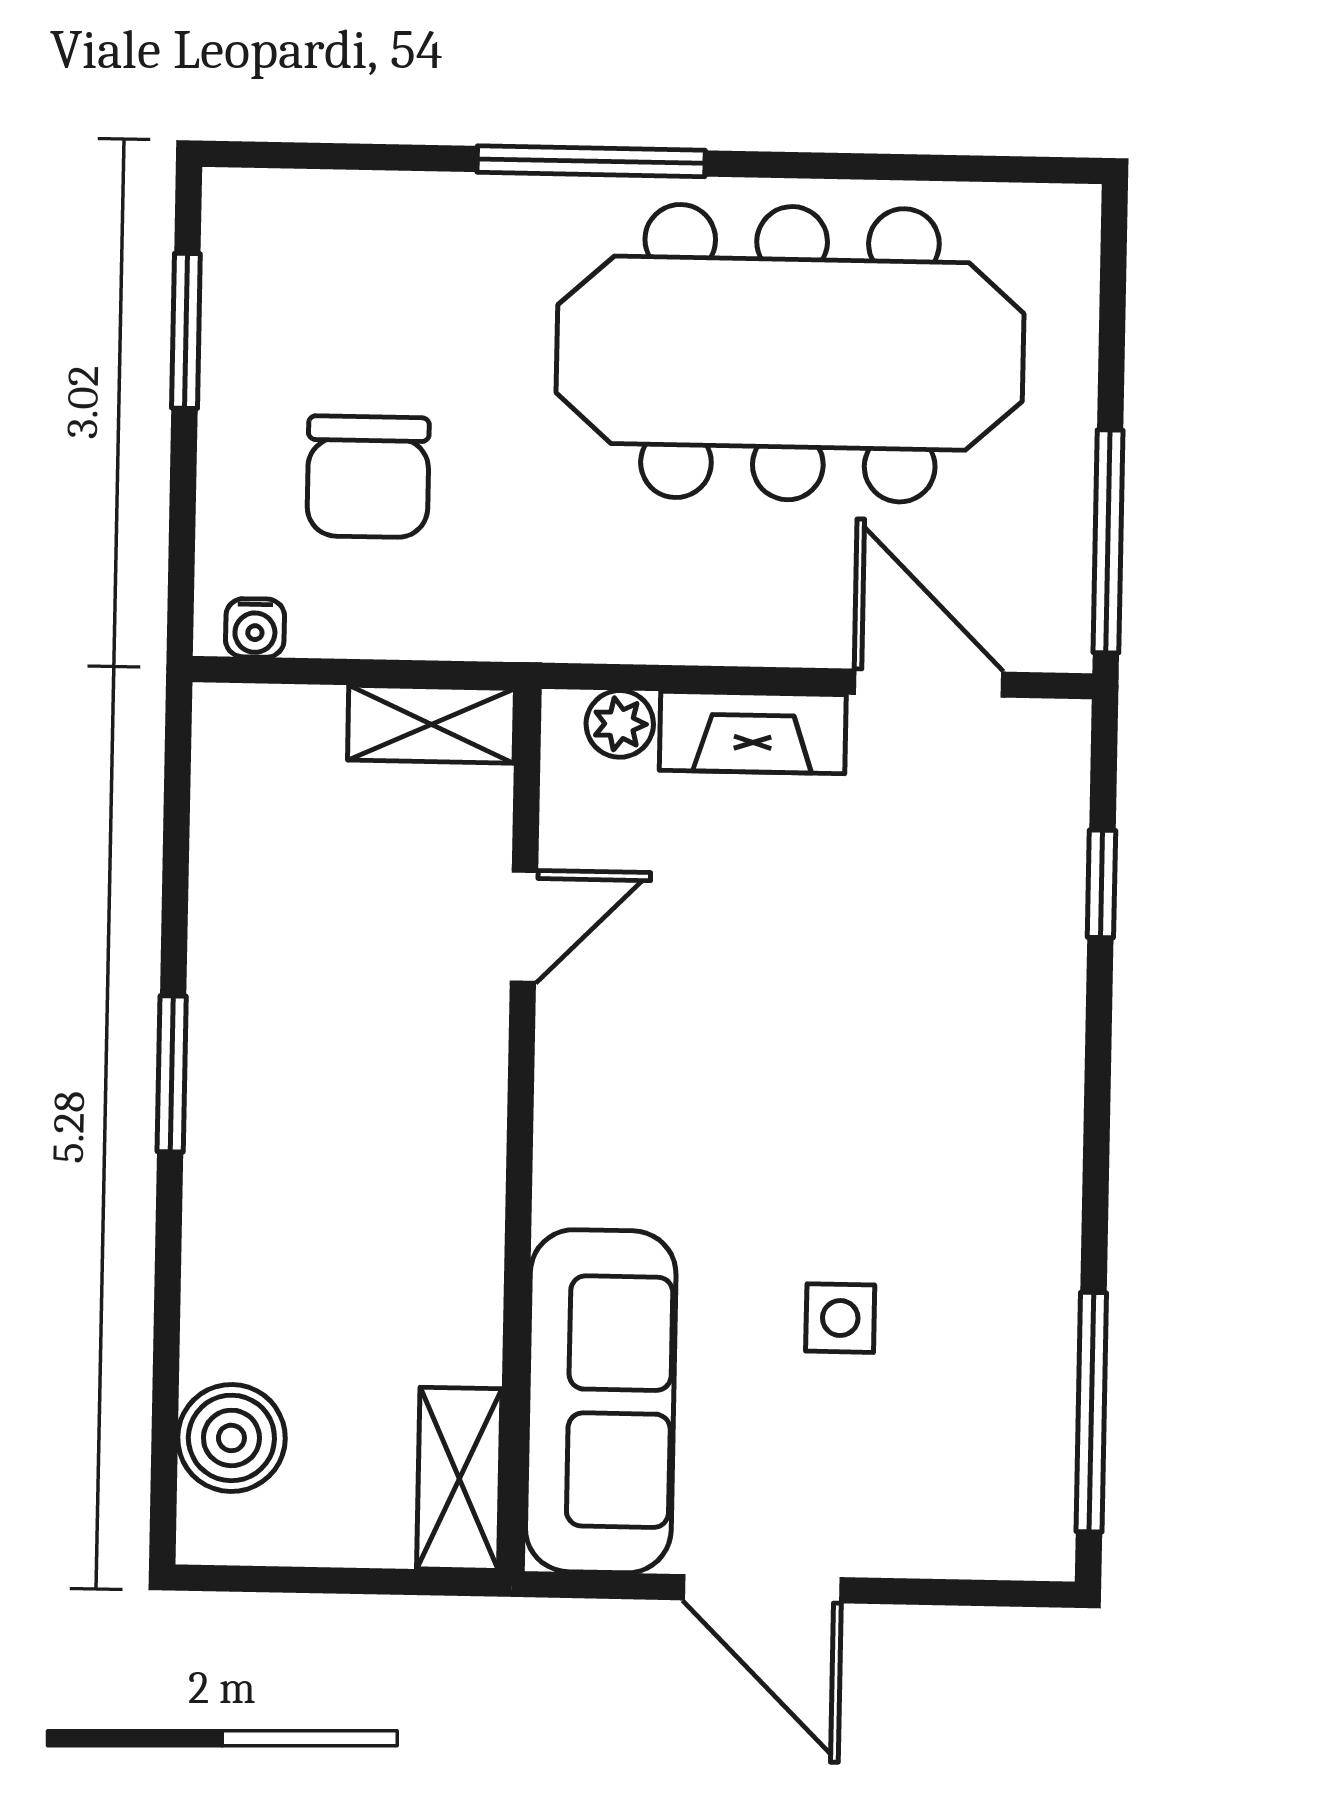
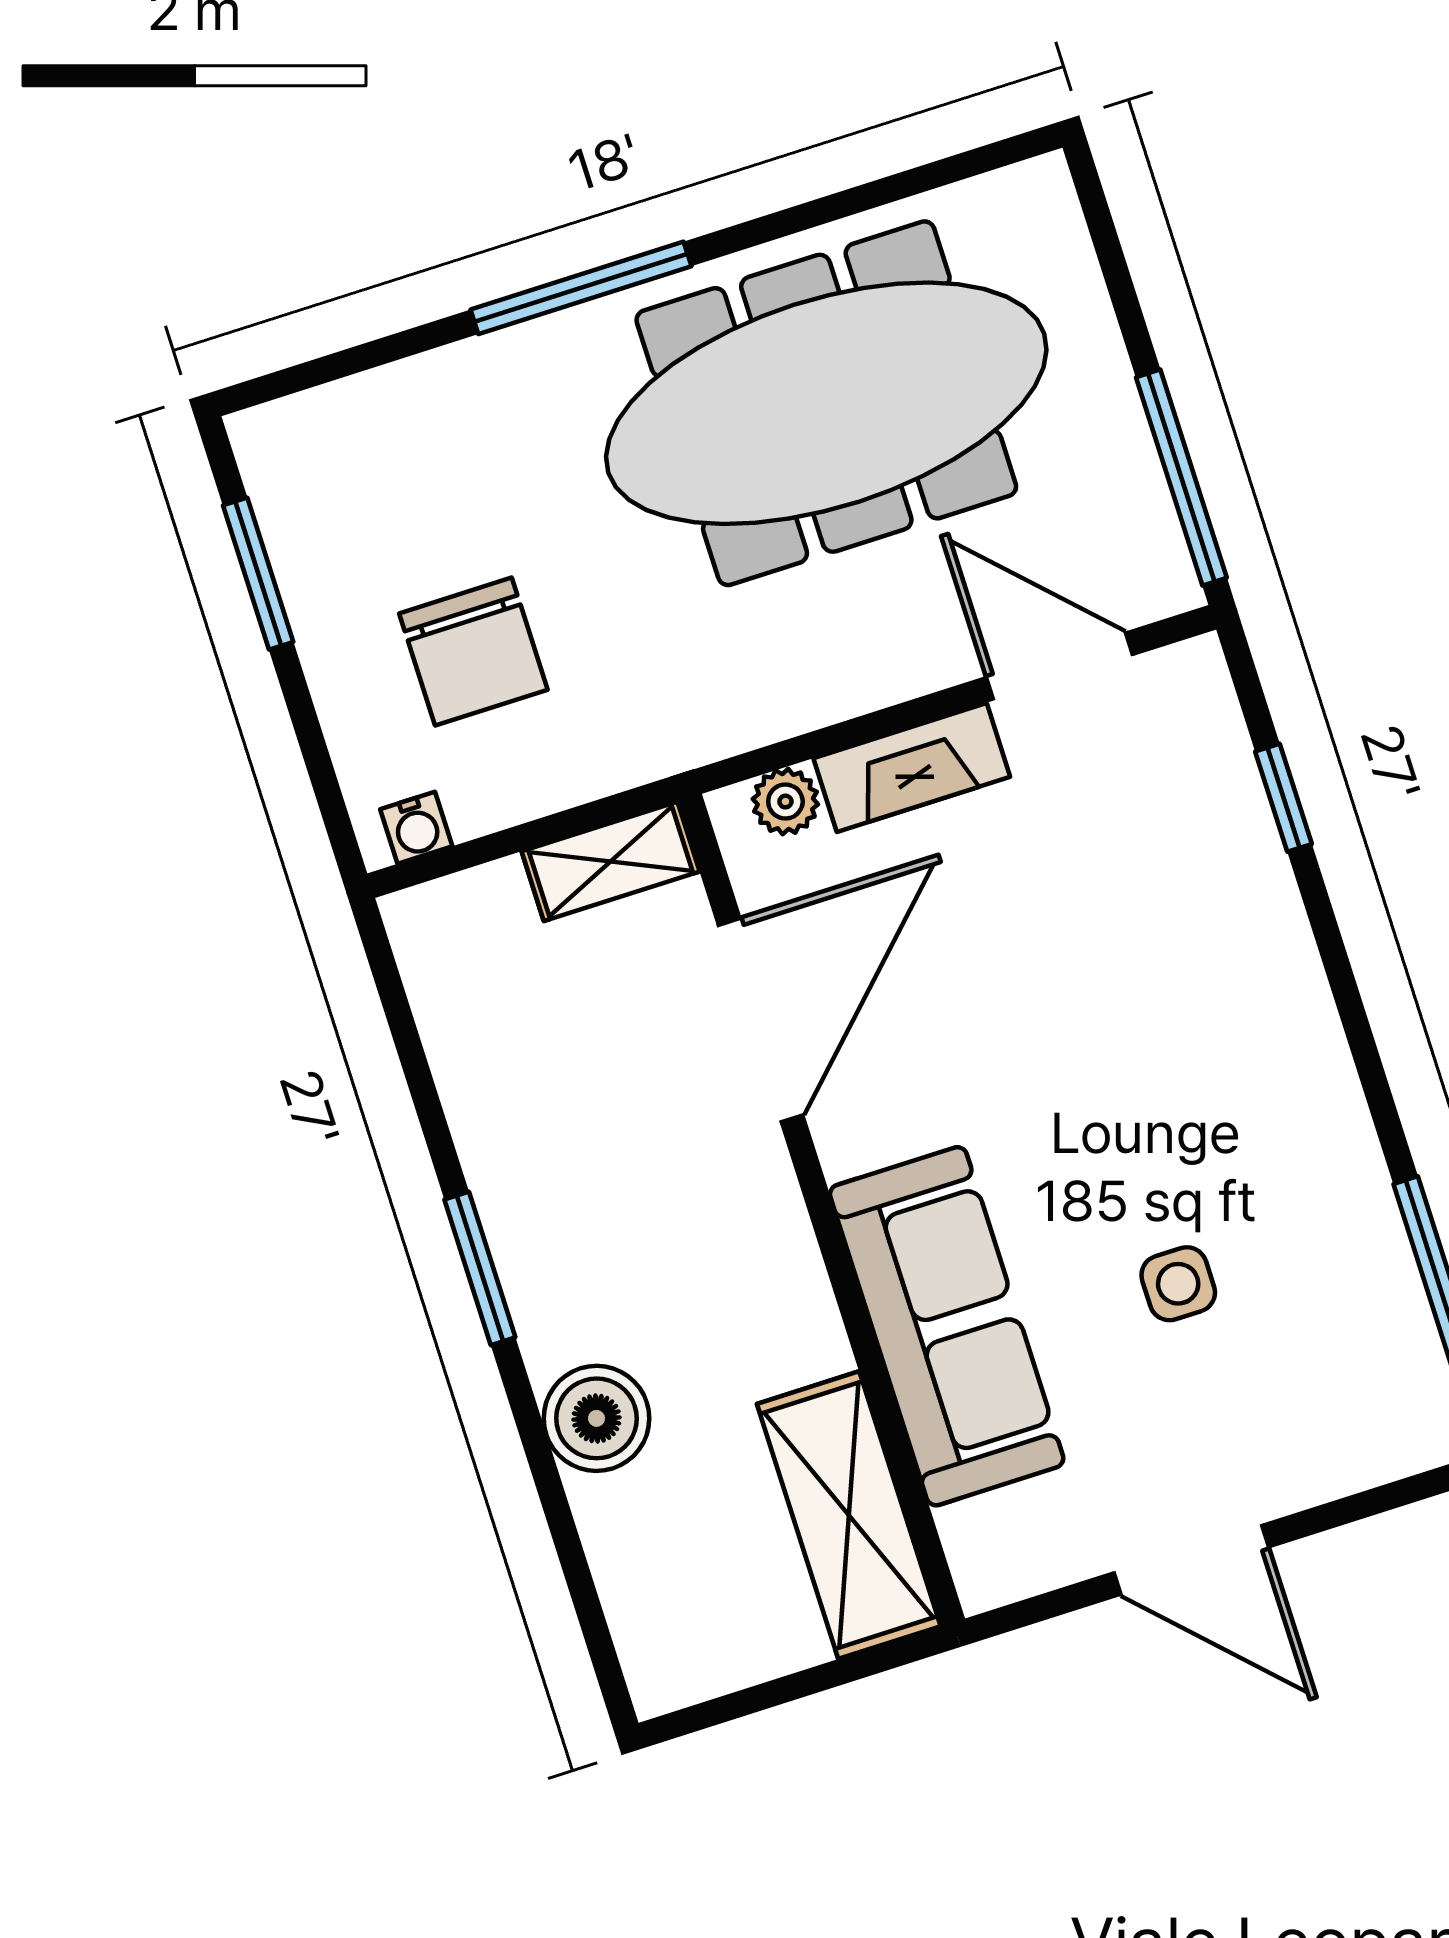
door: (524, 927) -> (761, 1020), width x1.88
sofa: (601, 1401) -> (947, 1326), moved
boiler: (231, 1438) -> (596, 1418), moved
shelving: (459, 1479) -> (849, 1515), width x1.50, depth x1.33

